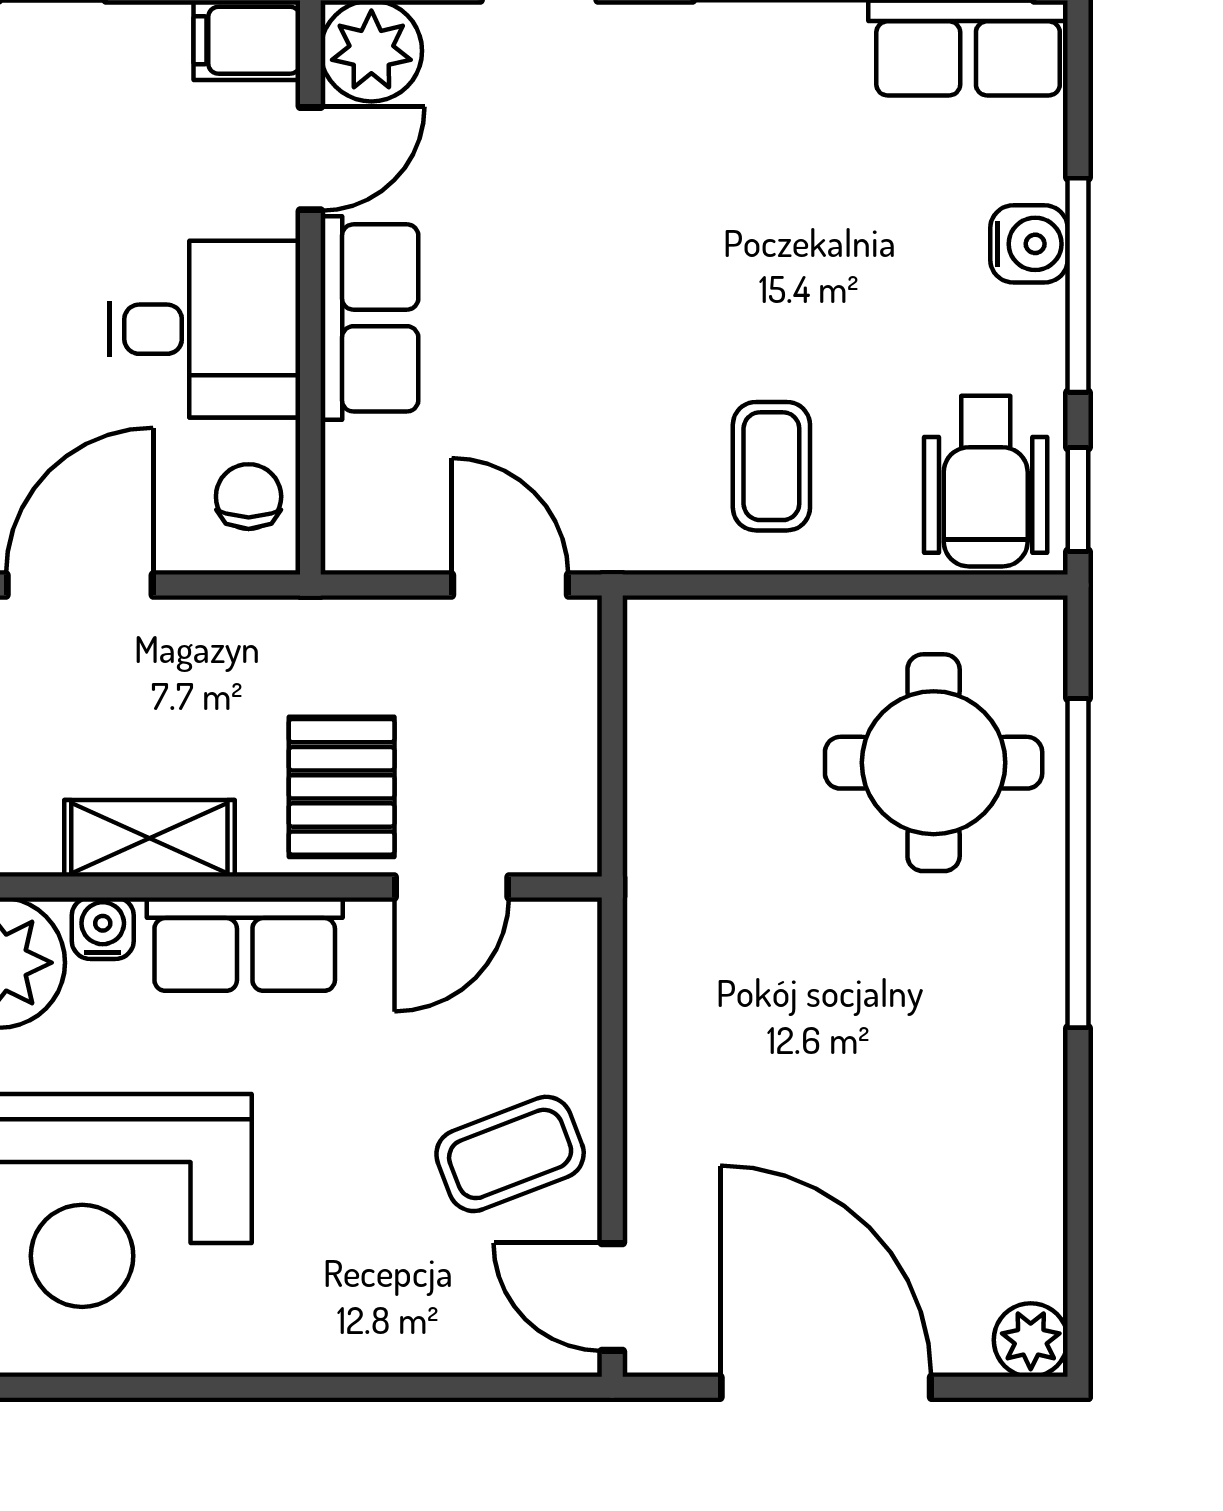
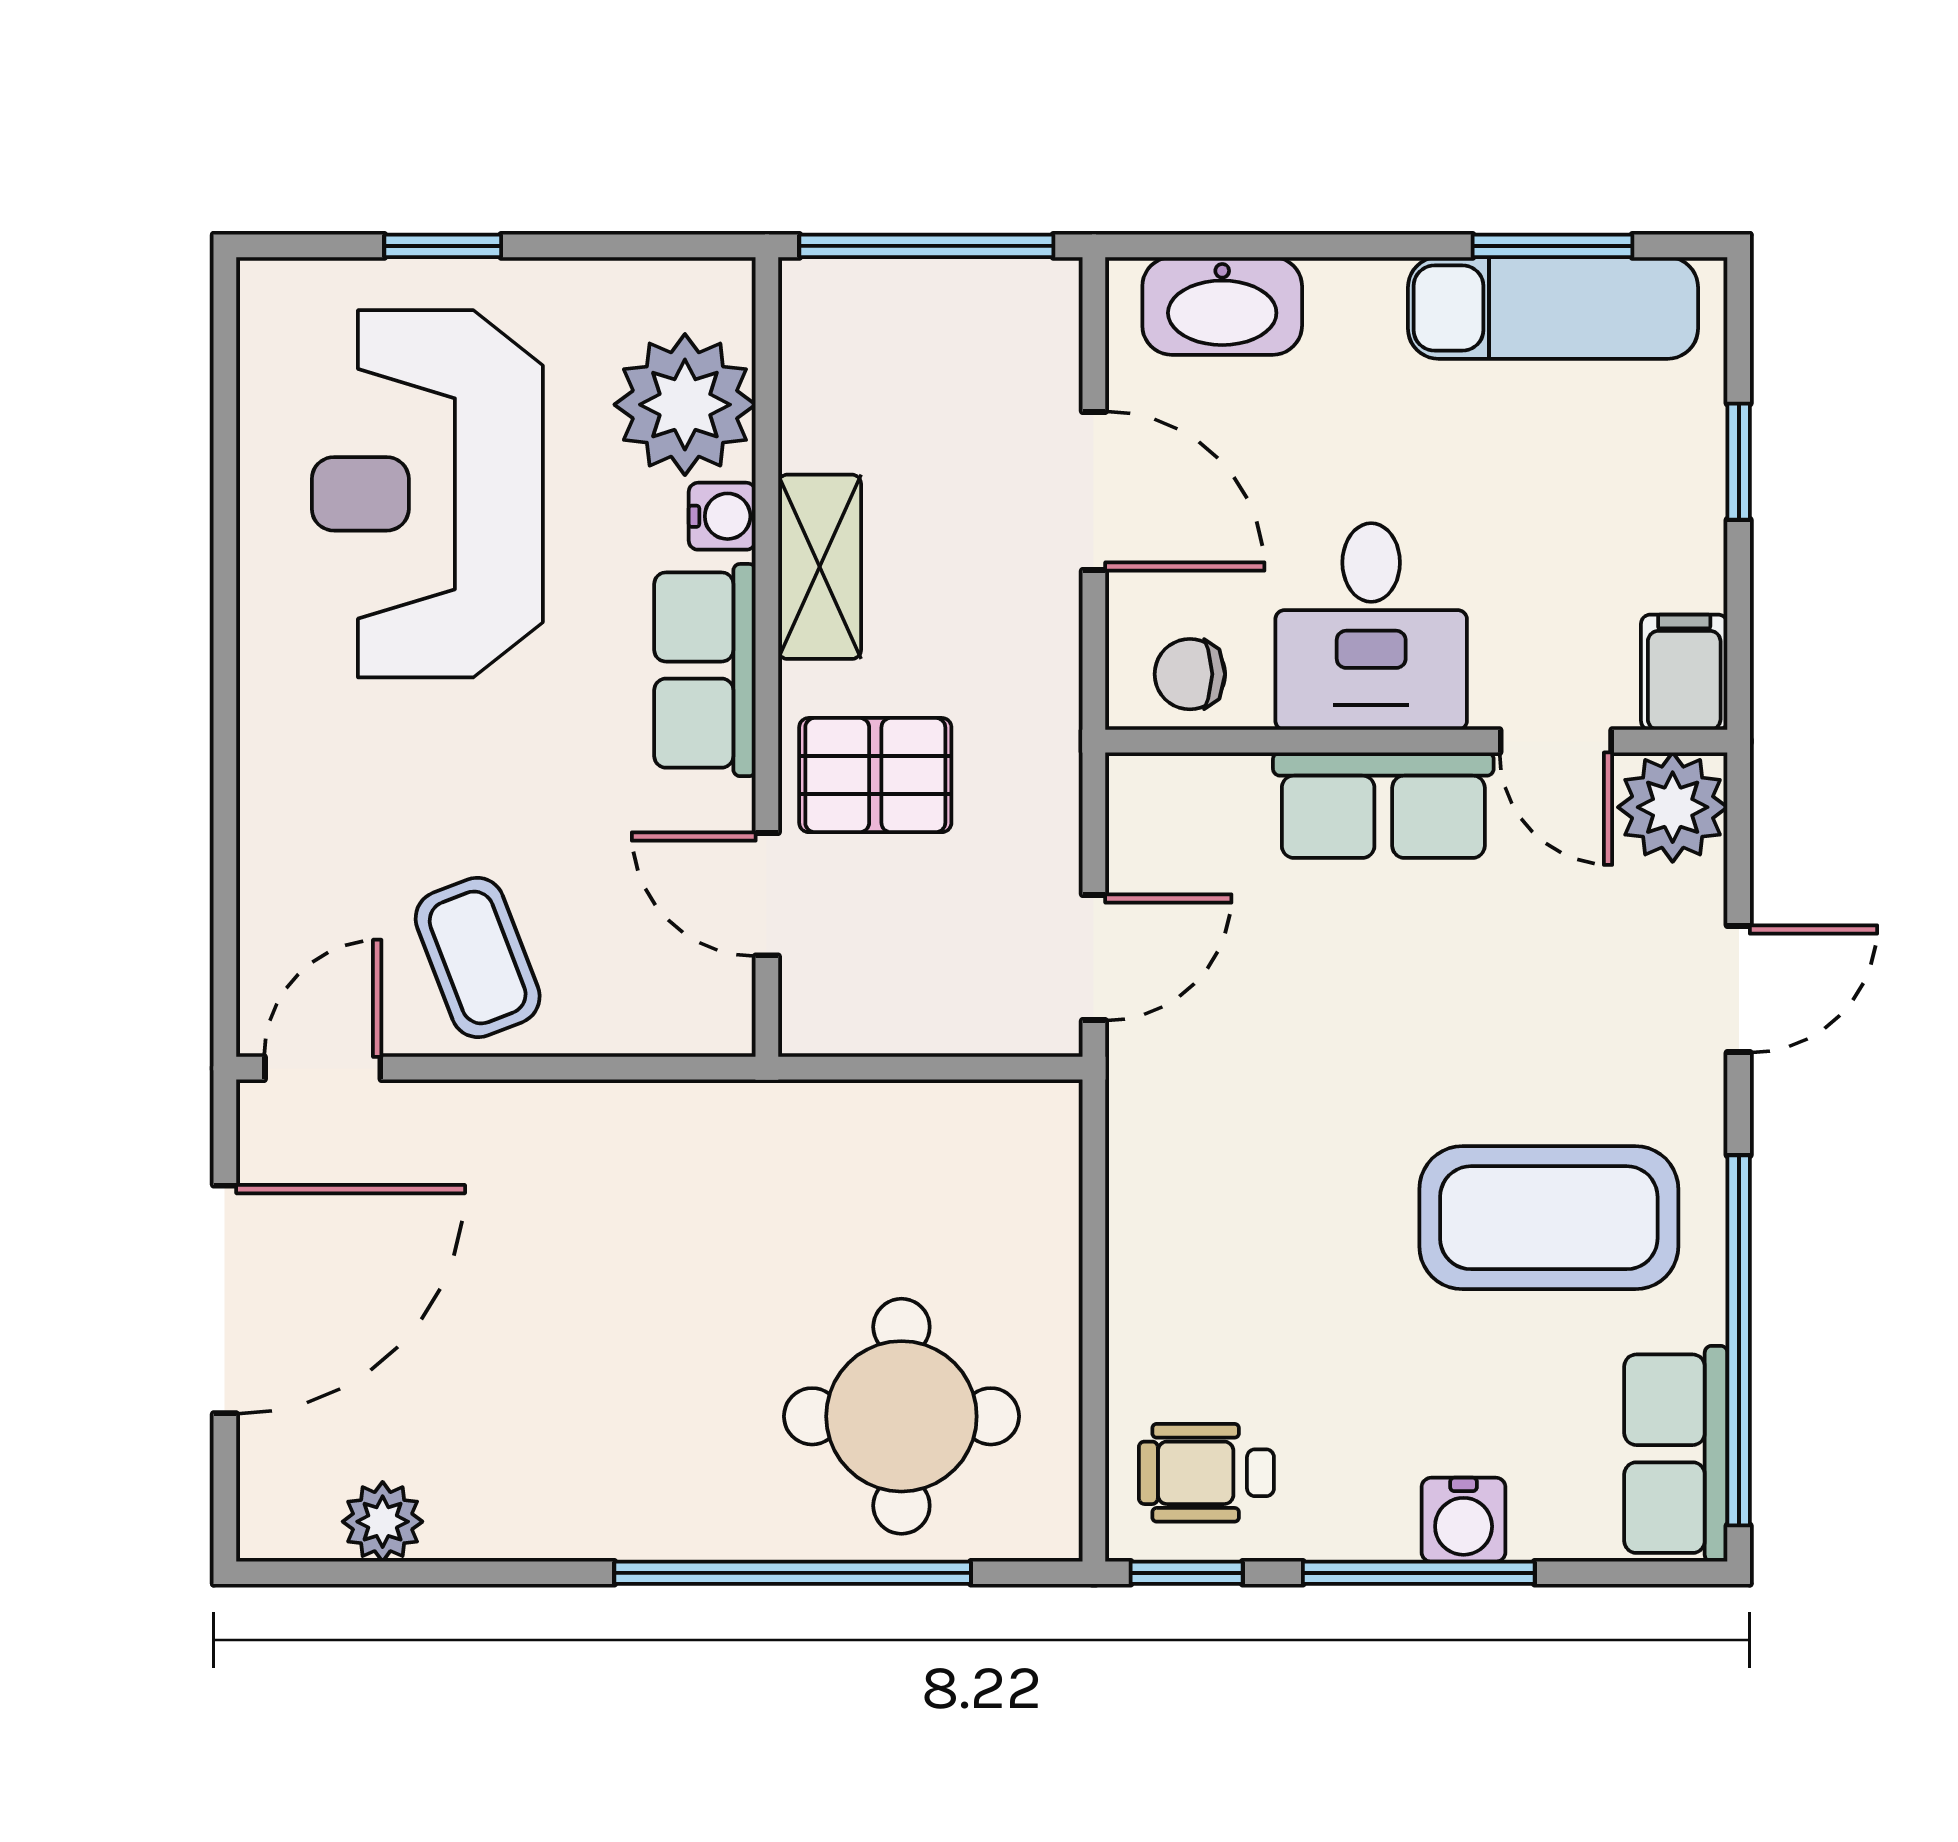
coffee table: (771, 466) -> (1549, 1218), moved, width x1.86, depth x1.72
wheelchair: (986, 481) -> (1206, 1473), width x0.73, depth x0.73
chair: (249, 497) -> (1190, 674), turned 180
plant: (1031, 1340) -> (383, 1522), moved

